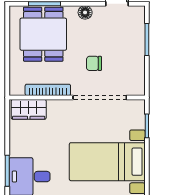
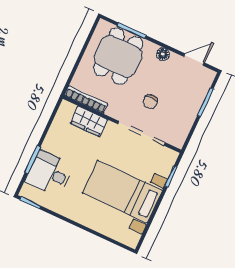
chair: (94, 63) -> (150, 102), turned -90
bookcase: (48, 90) -> (86, 100), moved
wardrobe: (29, 109) -> (89, 121), moved

